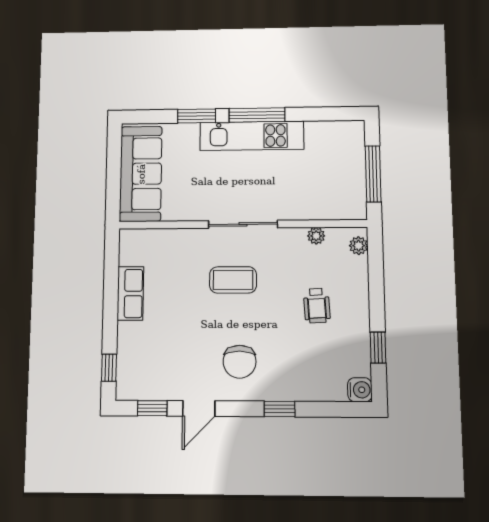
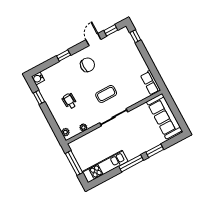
kitchen unit: (252, 136) -> (105, 167), moved
row of seats: (130, 293) -> (150, 83), moved
chair: (240, 362) -> (87, 65), turned 90

